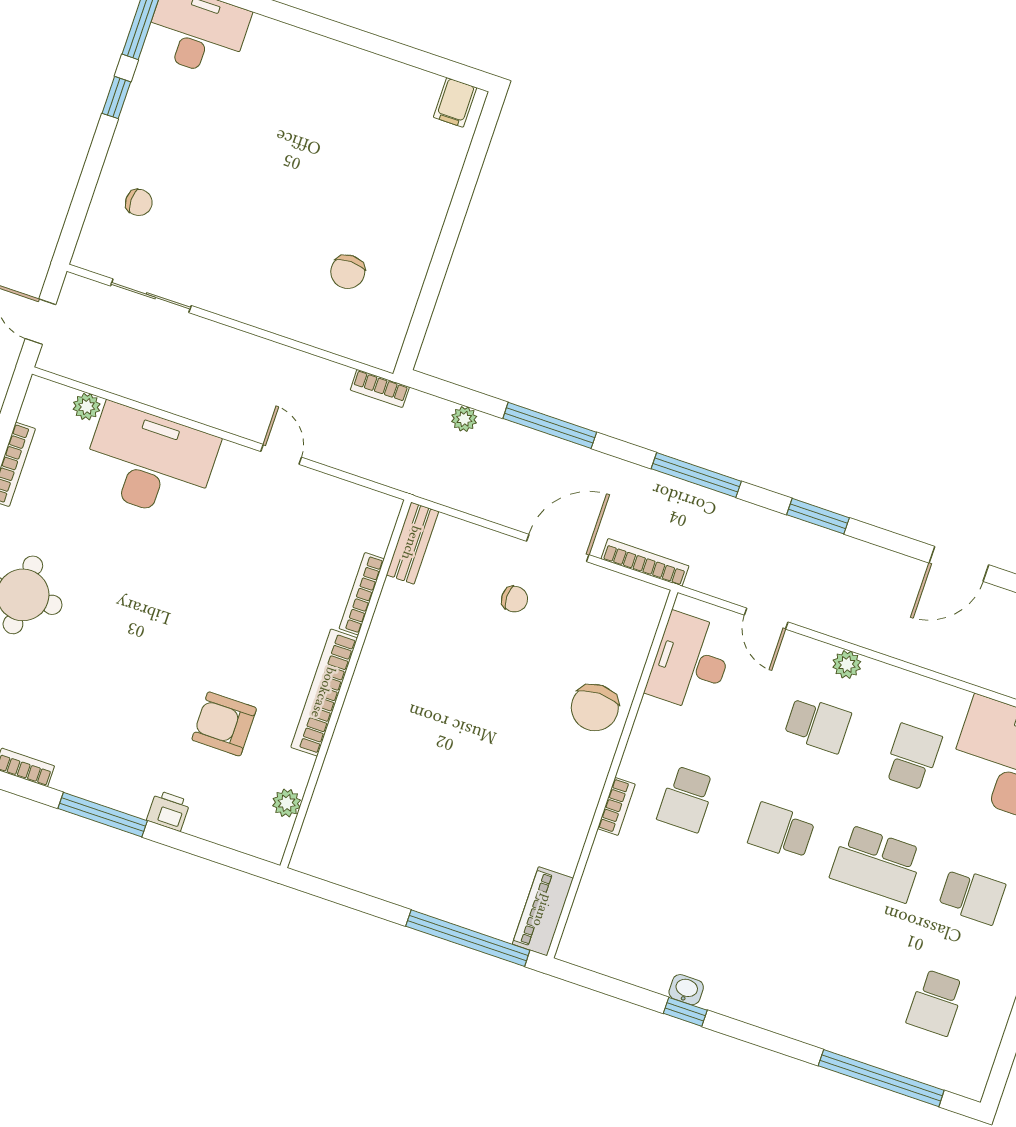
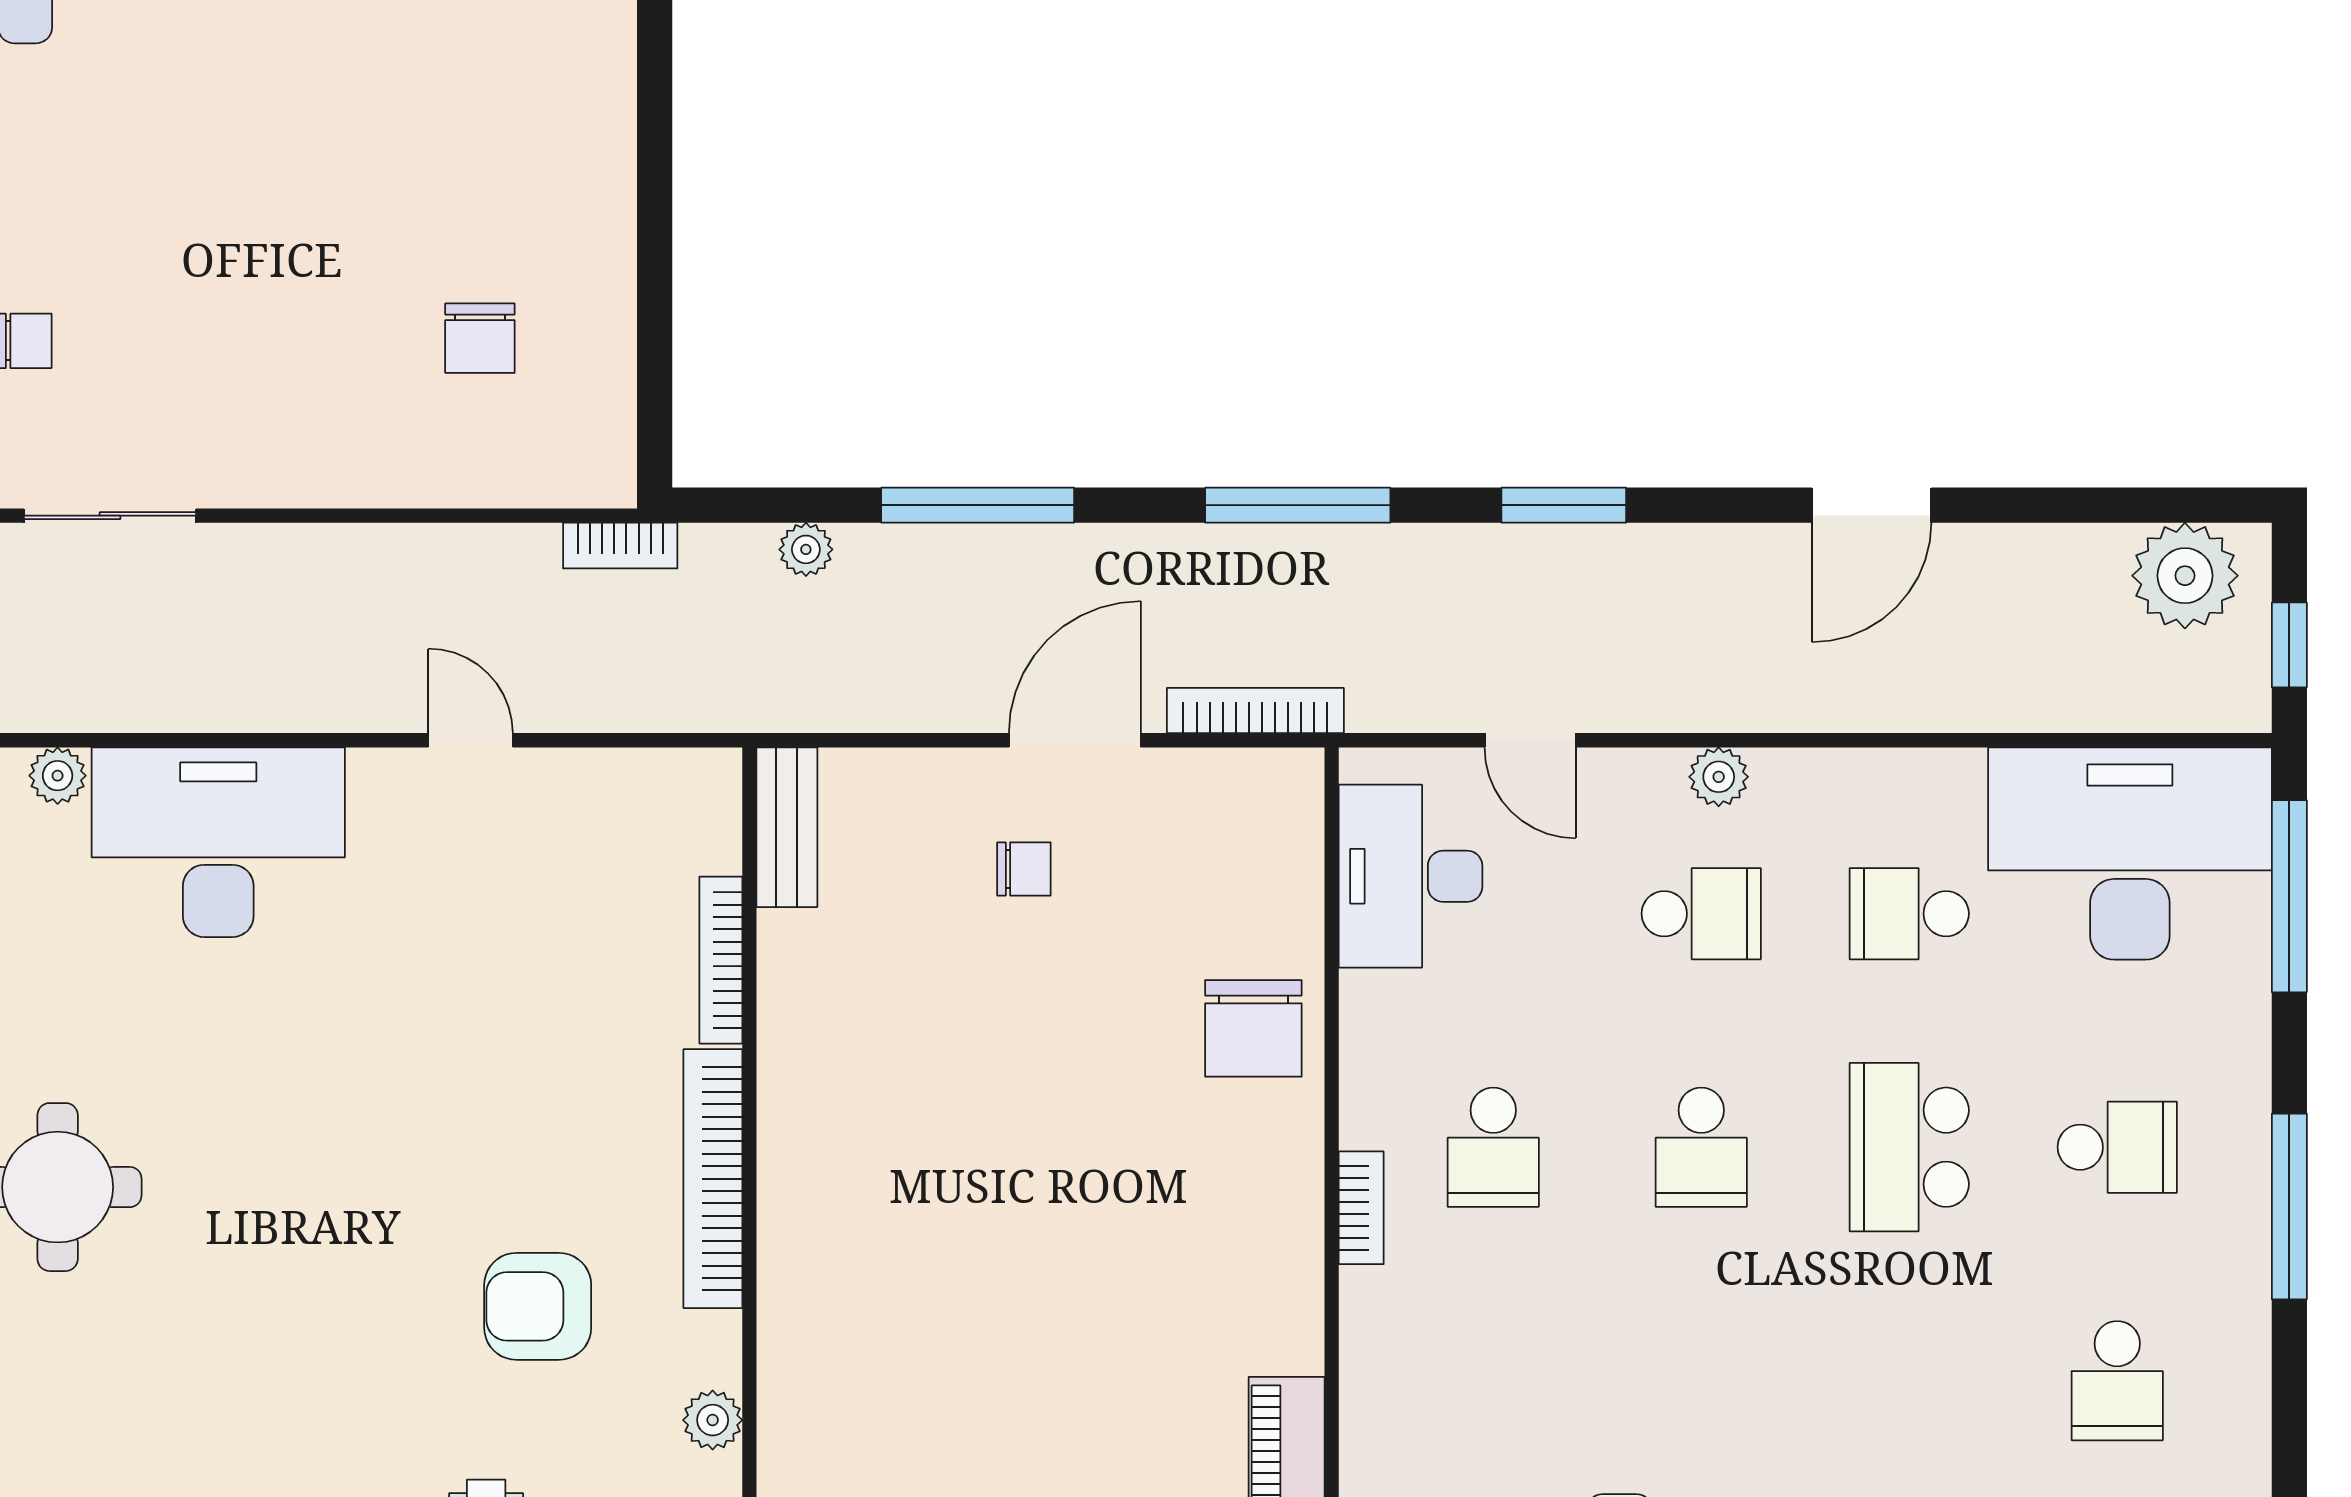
school desk: (913, 757) -> (1909, 914), turned -90
school desk: (781, 831) -> (1701, 1147), turned -90
school desk: (877, 864) -> (1909, 1147), turned 90

